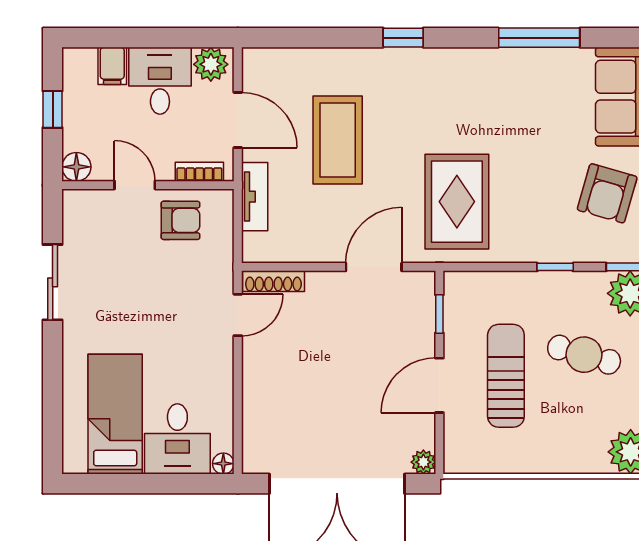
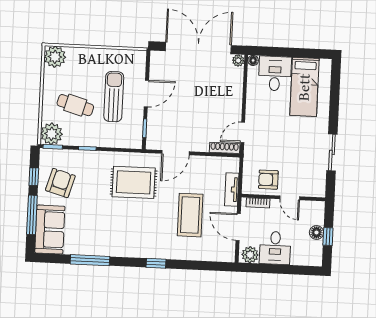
filing cabinet: (112, 66) -> (298, 256), removed
floor lamp: (76, 167) -> (317, 232), moved
rug: (457, 202) -> (134, 182), turned 90
sun lounger: (506, 376) -> (114, 97), turned 180
plant: (423, 462) -> (238, 61), moved

